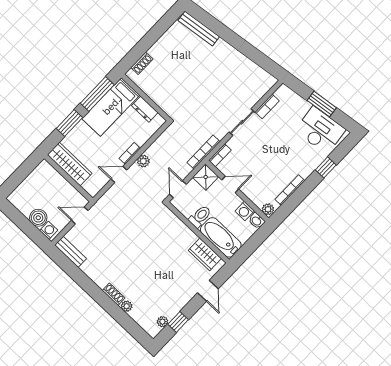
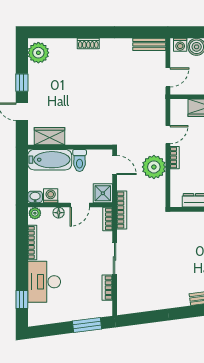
window: (322, 104) -> (87, 325), moved
desk: (320, 130) -> (44, 282), moved, turned 97
plant: (143, 161) -> (154, 167), width x1.88, depth x1.88
window: (326, 167) -> (22, 299), moved
floor lamp: (251, 193) -> (59, 213), added
plant: (127, 306) -> (70, 44), removed
plant: (162, 322) -> (38, 53), width x1.88, depth x1.88
window: (178, 322) -> (22, 83), moved

